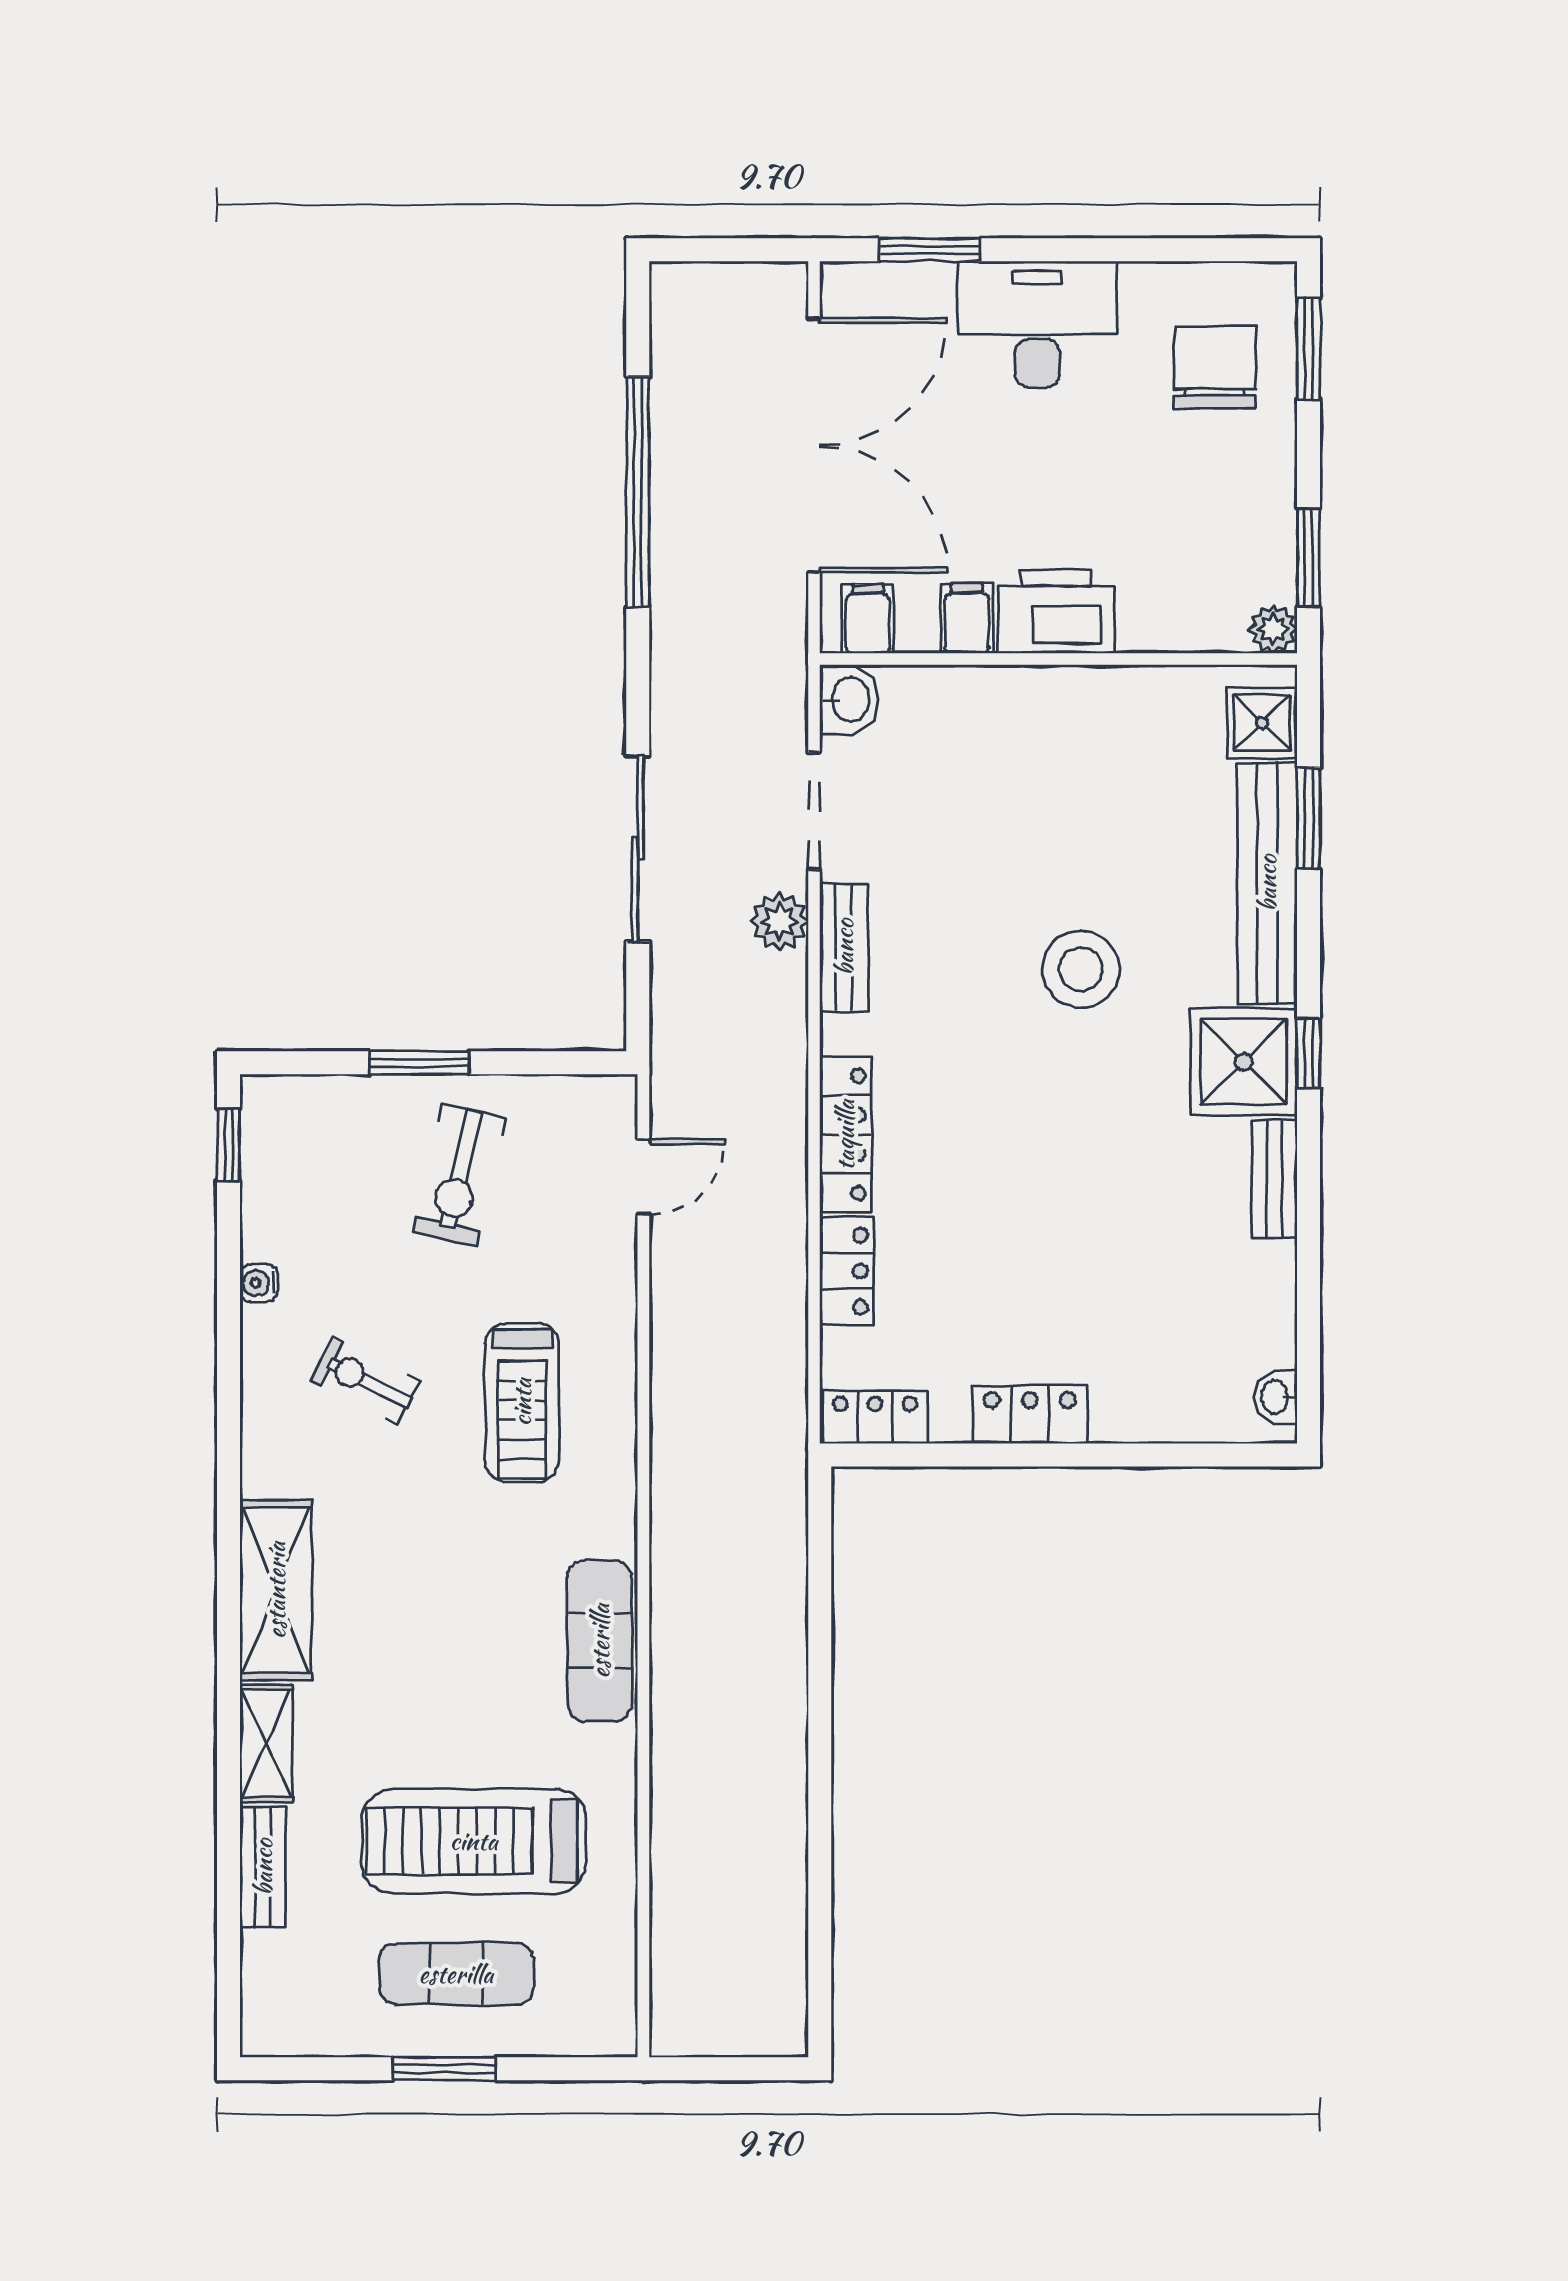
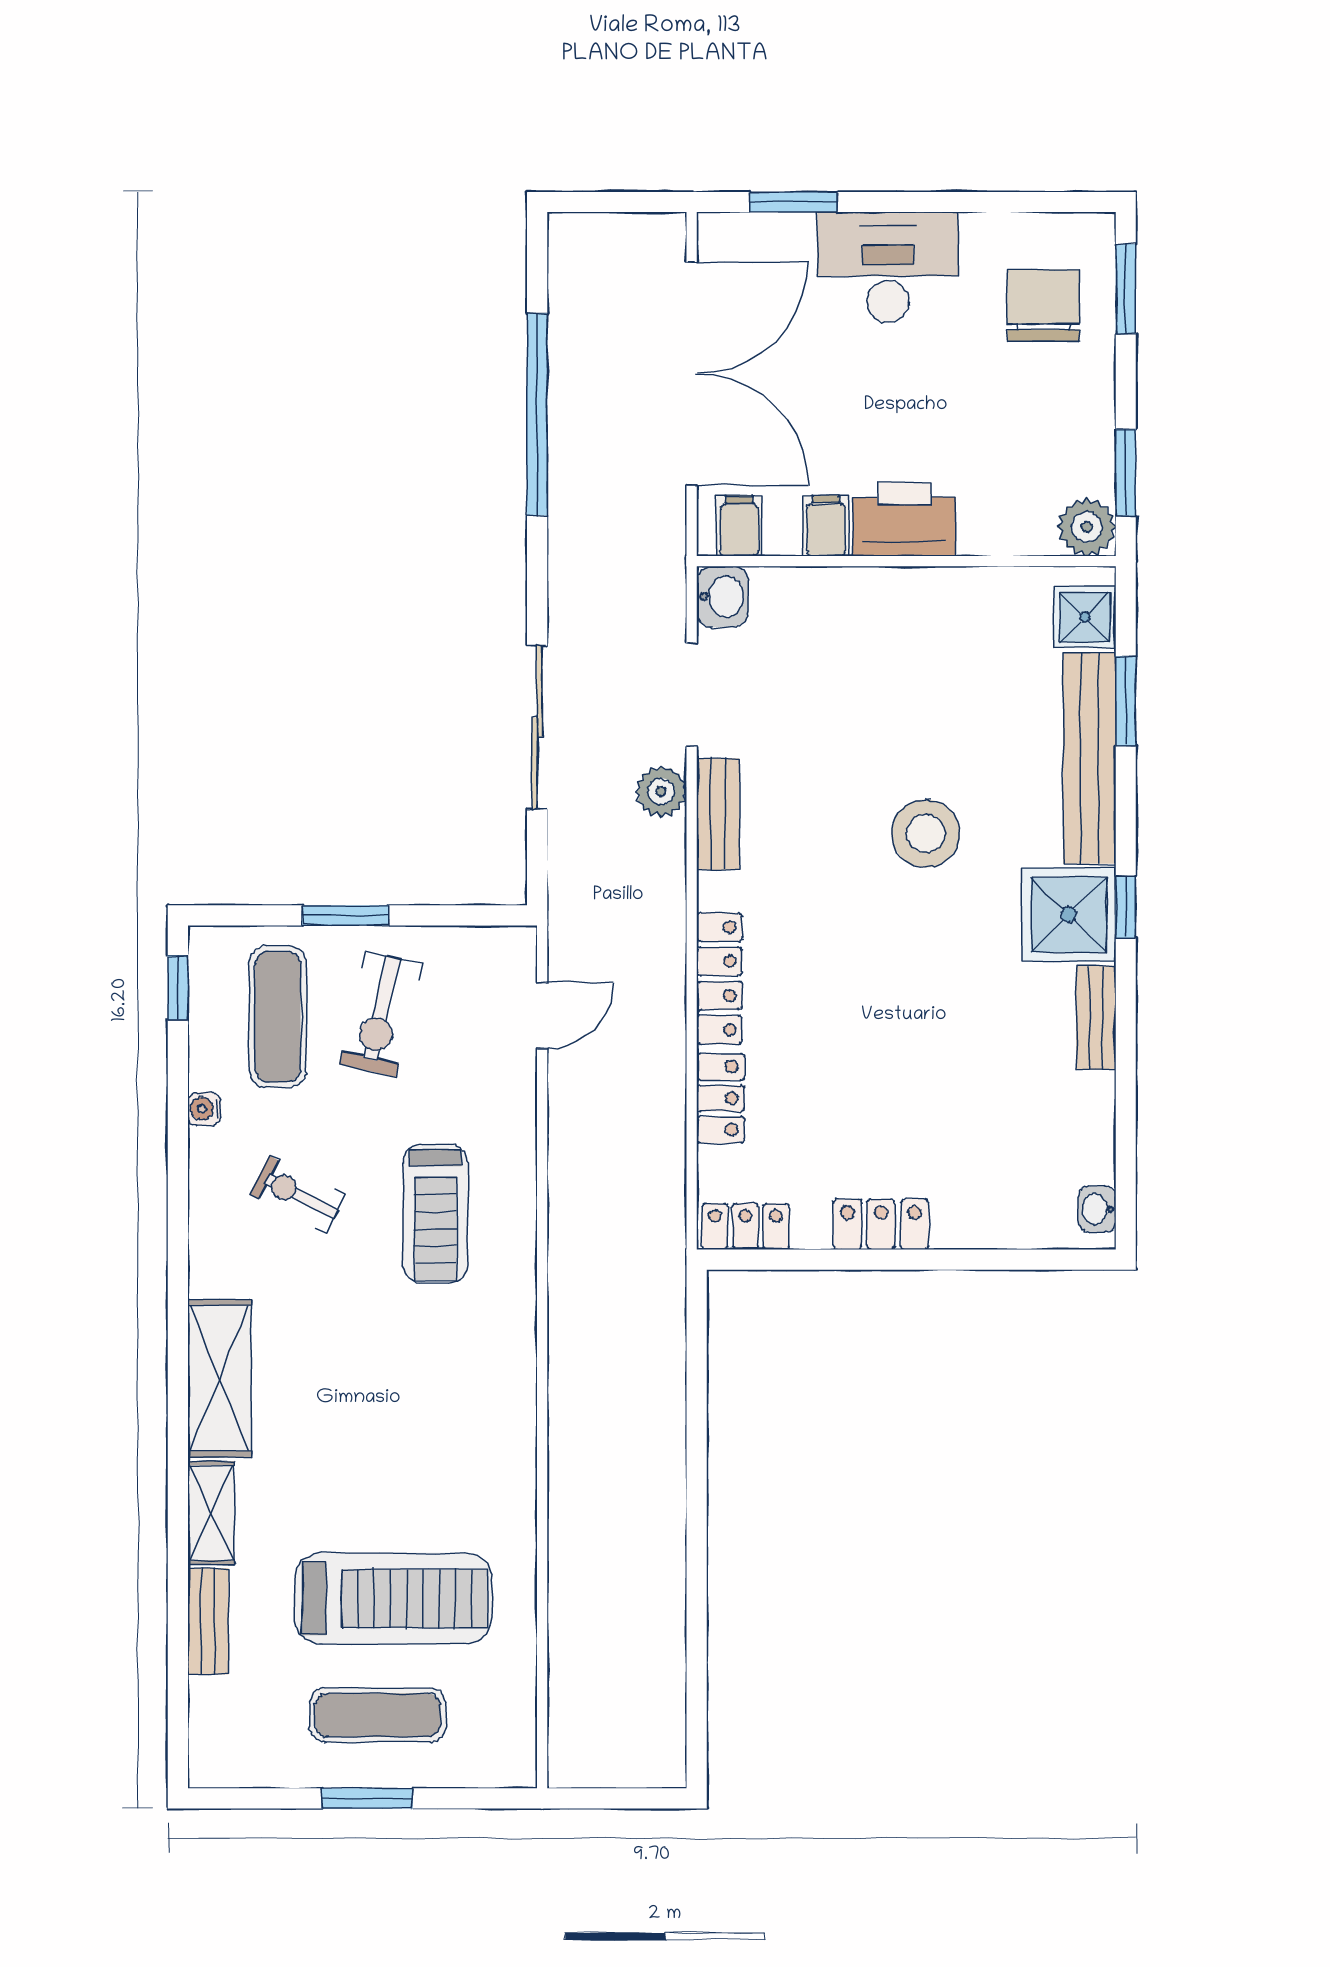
plant: (1273, 629) -> (1087, 527), width x1.38, depth x1.38
exercise mat: (600, 1641) -> (278, 1017), moved
treadmill: (474, 1841) -> (393, 1598), turned 180

